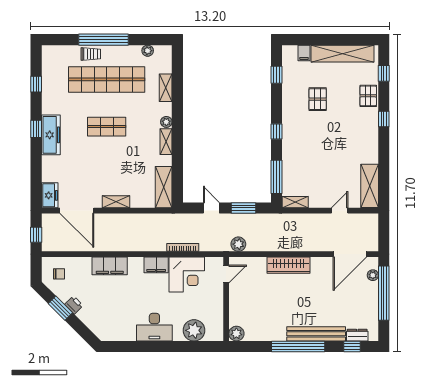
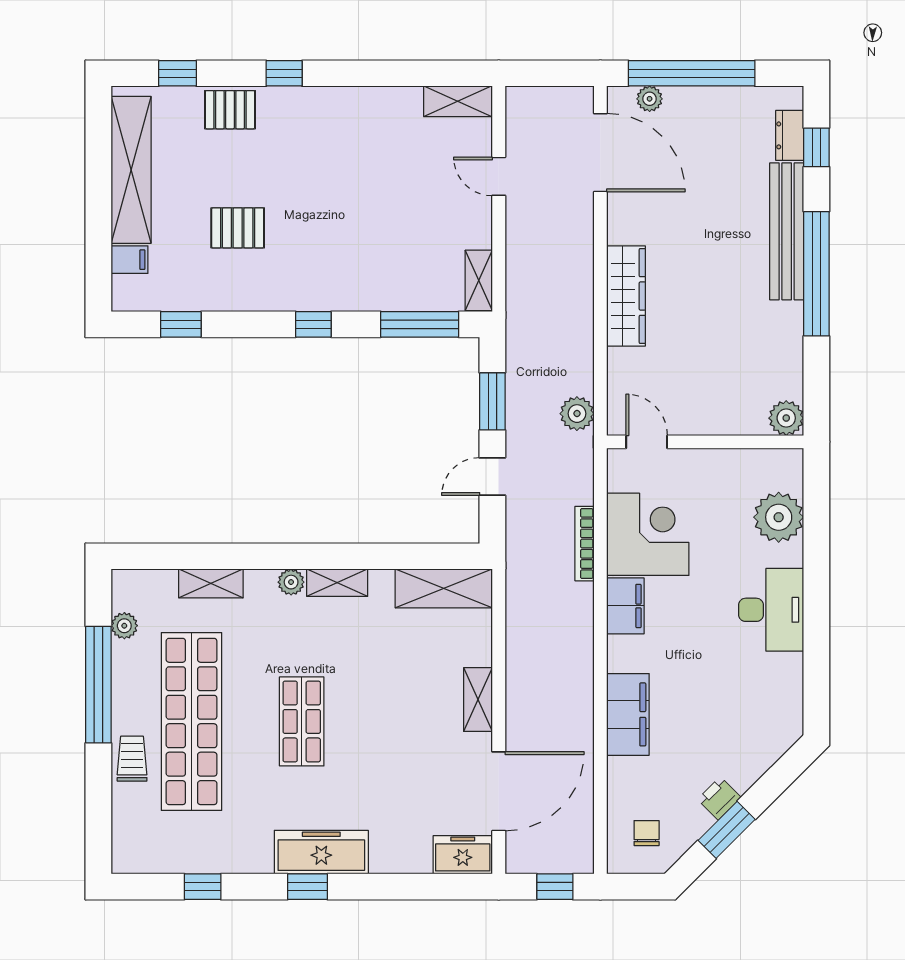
window: (103, 40) -> (98, 685), moved
shelving: (370, 186) -> (458, 101), width x0.67, depth x0.75

